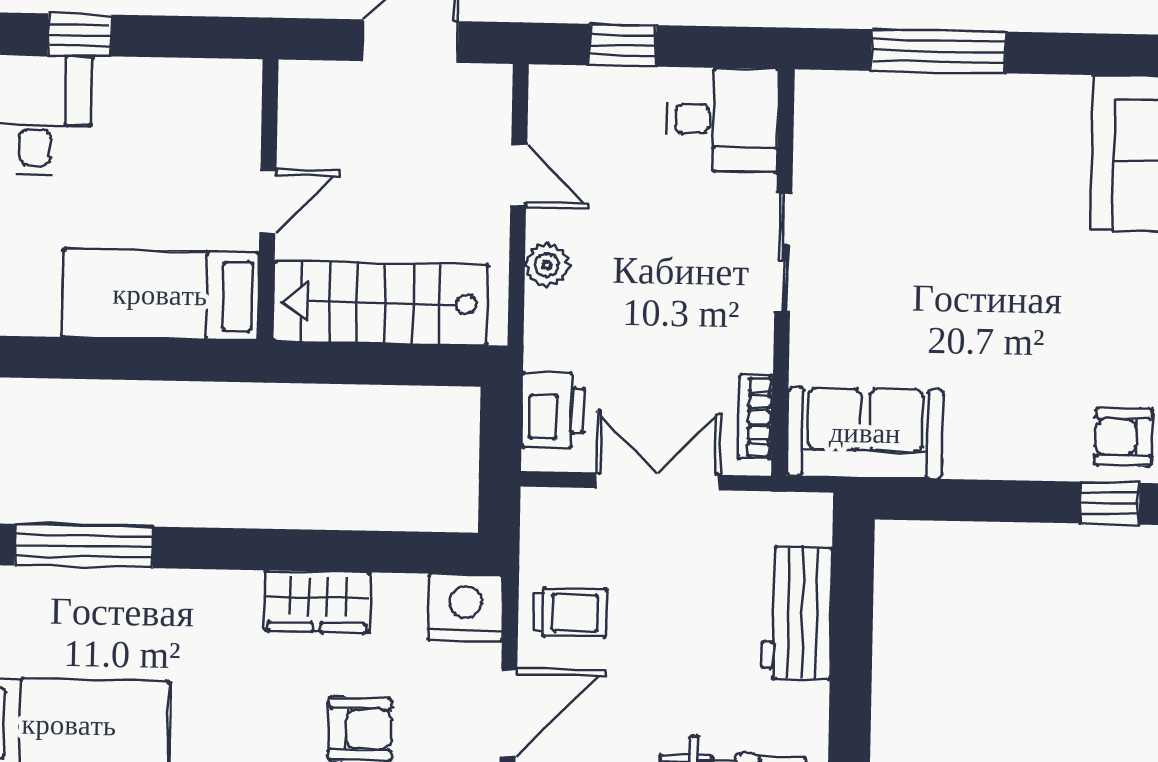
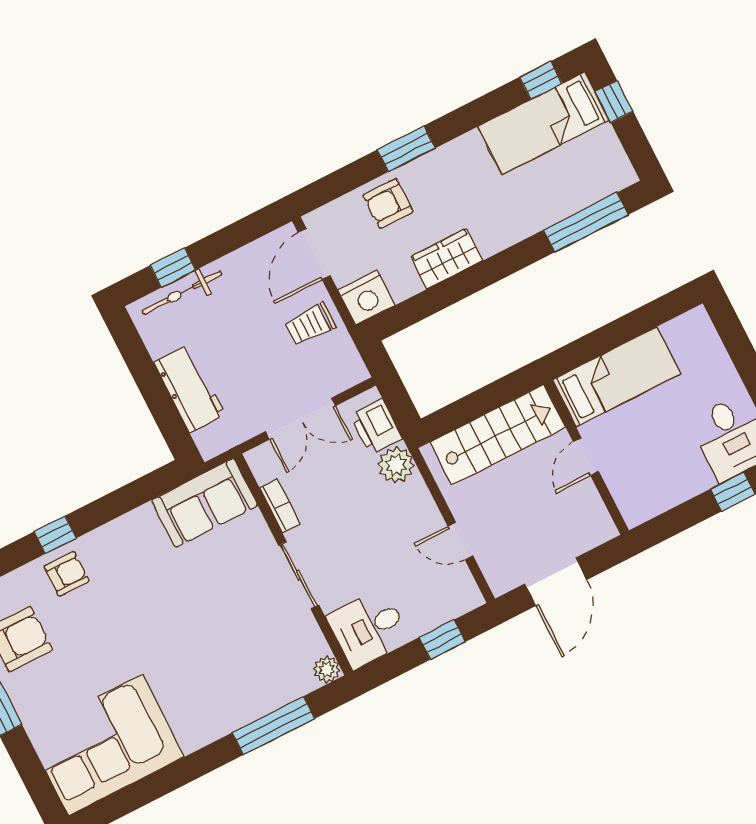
plant: (816, 92) -> (327, 670), added
plant: (547, 265) -> (396, 465), moved, width x1.38, depth x1.38
bookcase: (755, 417) -> (280, 506), moved

